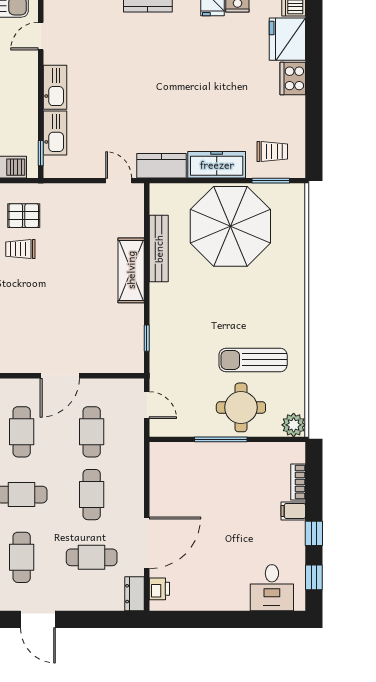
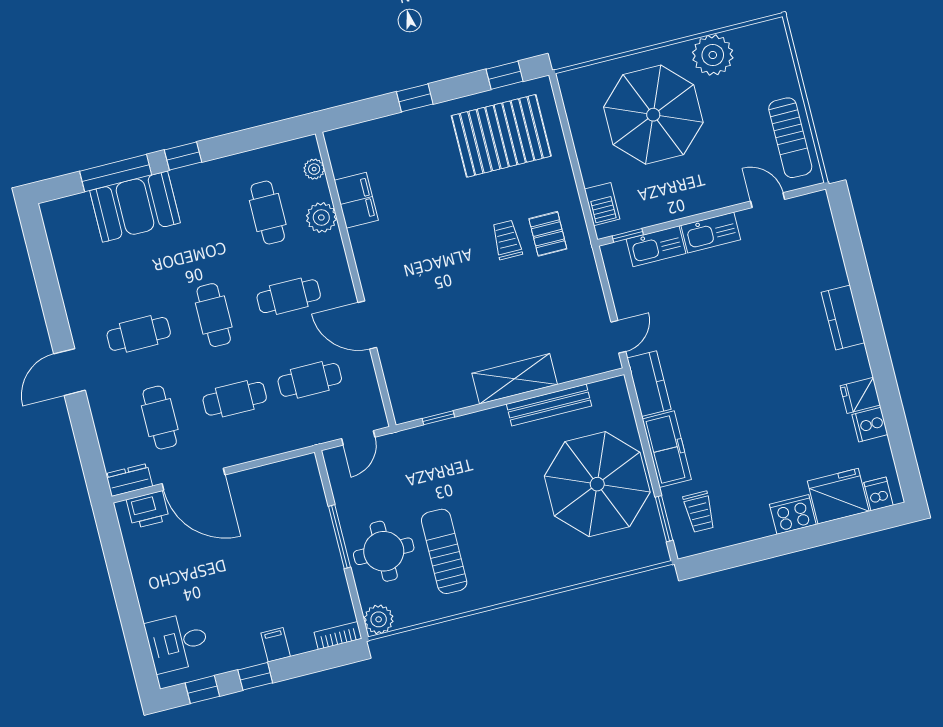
bookcase: (298, 482) -> (338, 635), moved
printer: (159, 589) -> (148, 510), width x1.36, depth x1.24

